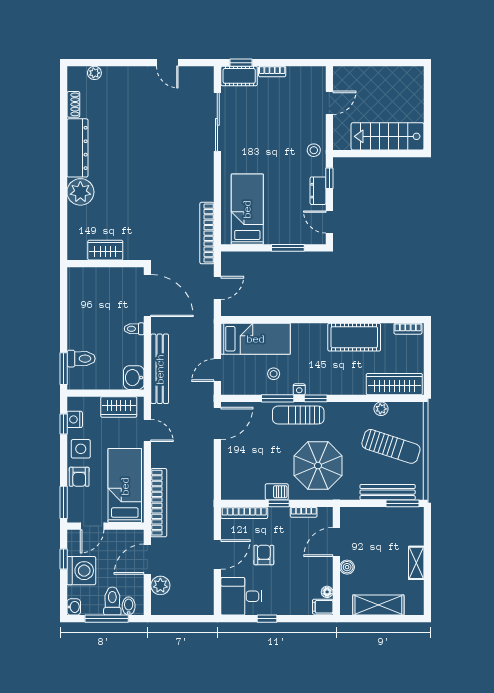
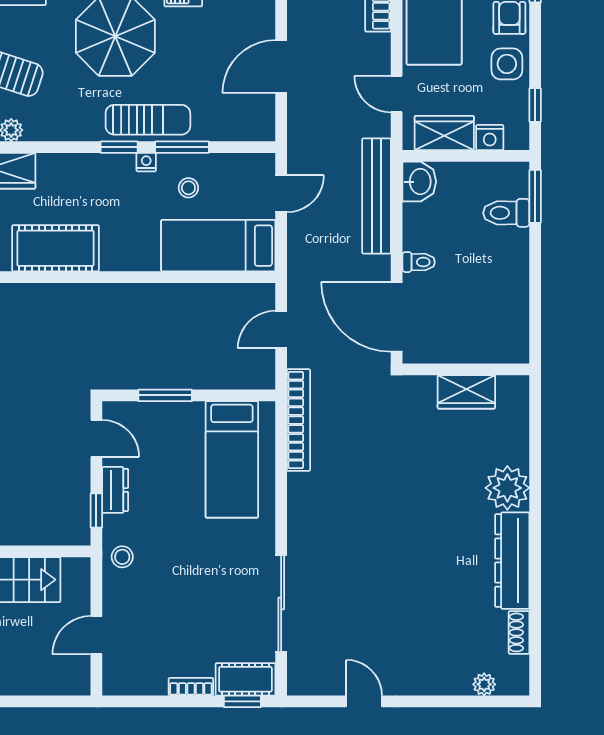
nightstand: (75, 419) -> (490, 138), moved, turned 90
door: (217, 423) -> (281, 66), moved

